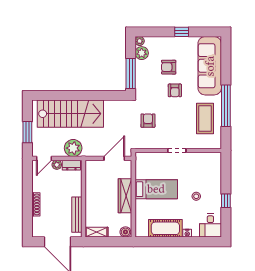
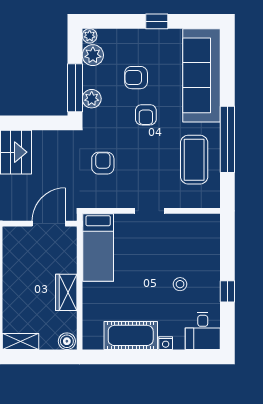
plant: (141, 80) -> (92, 99), added
bed: (156, 189) -> (98, 247), moved, turned 90
wardrobe: (125, 196) -> (66, 292), width x0.67

